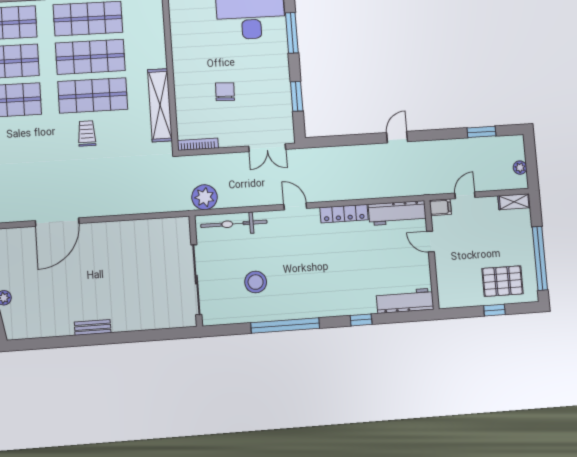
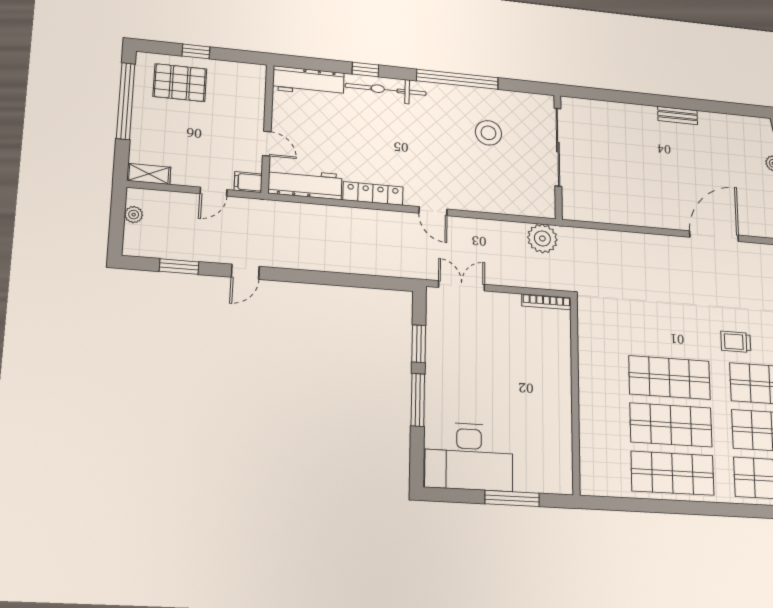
window: (292, 33) -> (418, 400), moved
chair: (225, 92) -> (509, 361), removed
shelving: (160, 105) -> (590, 355), removed
trolley: (87, 133) -> (736, 342), moved, turned 90
door: (397, 137) -> (245, 272), moved
bicycle: (234, 224) -> (386, 90), moved, turned 180

